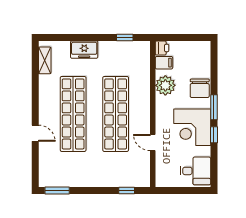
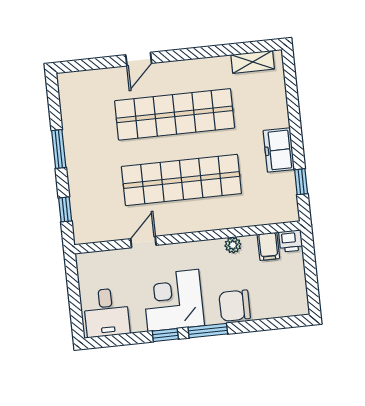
freezer: (84, 50) -> (279, 150), moved
plant: (165, 85) -> (233, 245), width x0.53, depth x0.53
window: (57, 191) -> (59, 149), moved

